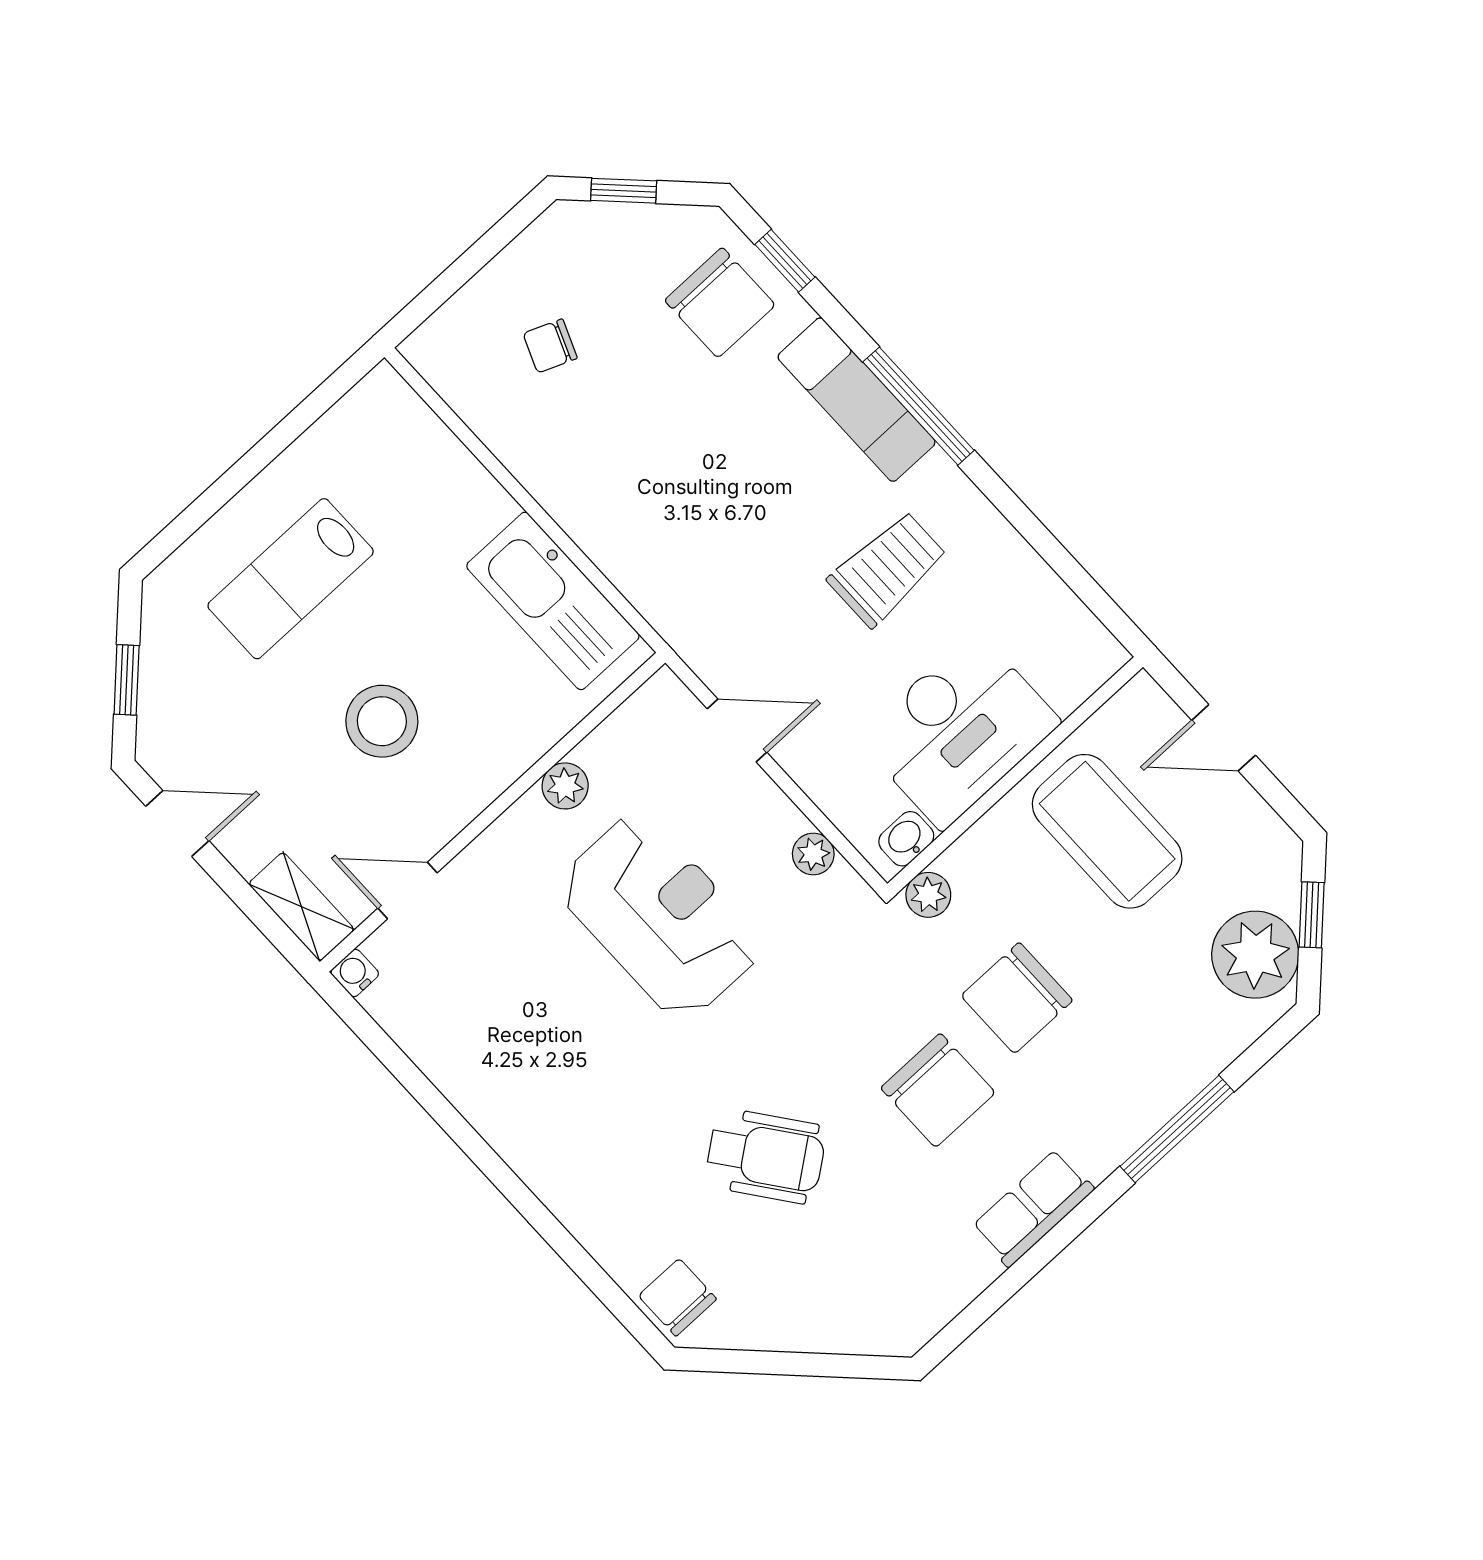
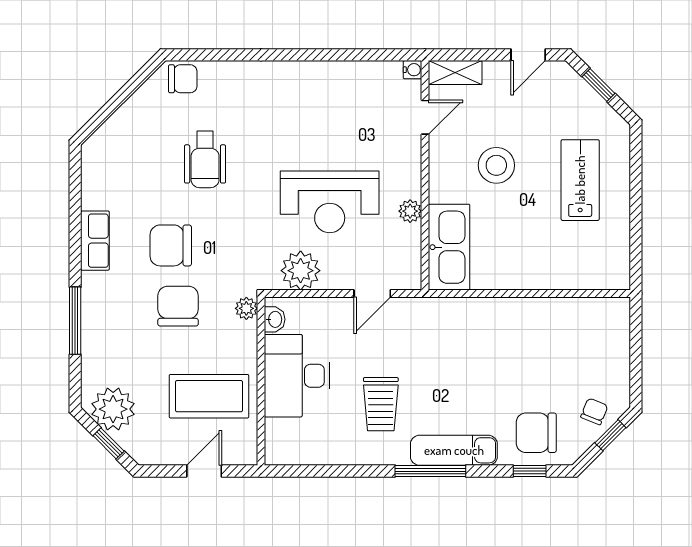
chair: (550, 346) -> (594, 411), moved
kitchen sink: (553, 601) -> (449, 247), moved, turned 90
plant: (813, 854) -> (301, 271), width x1.87, depth x1.87
wheelchair: (766, 1156) -> (205, 159), turned -53

